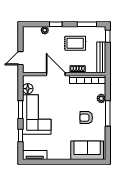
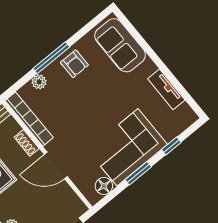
door: (56, 74) -> (56, 166), hinge flipped
armchair: (86, 118) -> (74, 64), moved
tv unit: (35, 155) -> (166, 89), moved

